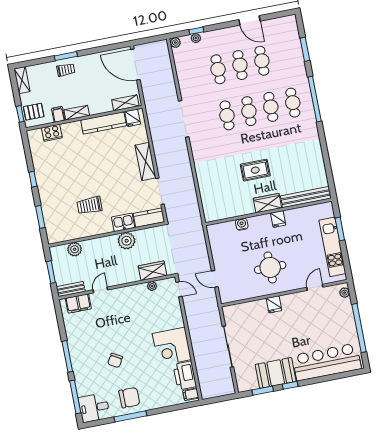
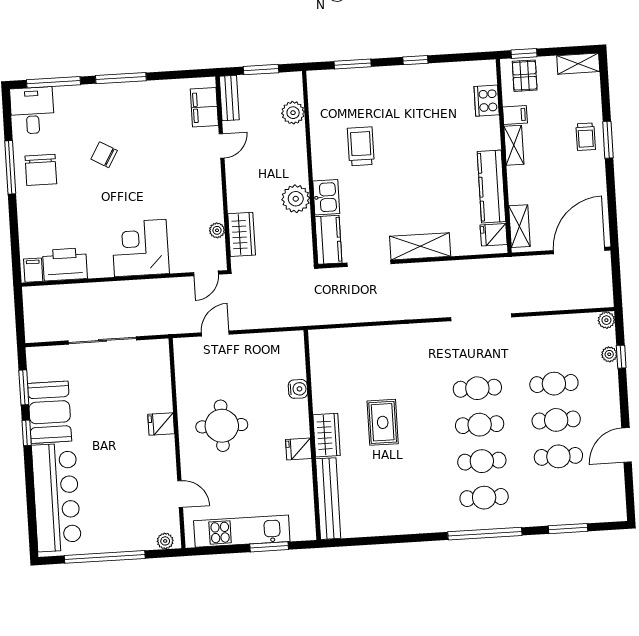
door: (100, 290) -> (222, 146), hinge flipped
corner desk: (172, 346) -> (140, 248), moved

